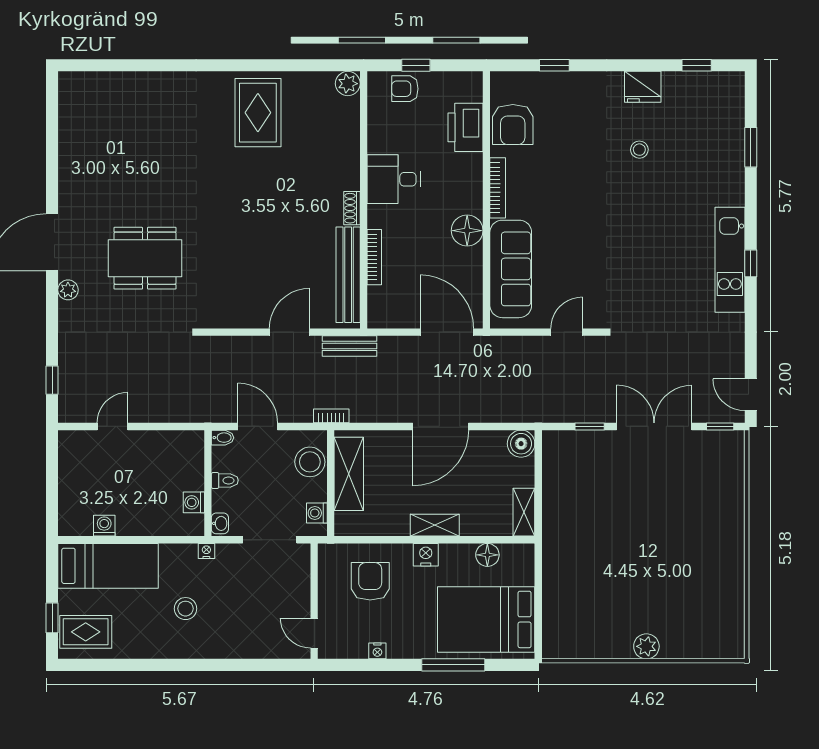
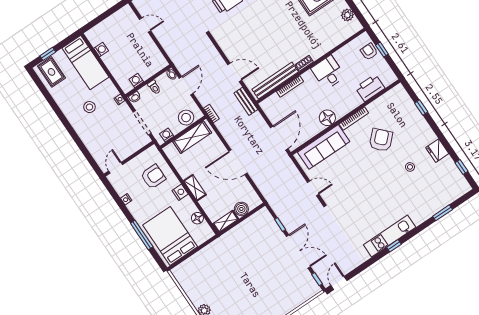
plant: (348, 84) -> (347, 15), moved
armchair: (513, 125) -> (381, 140), moved, turned 136
boiler: (521, 444) -> (241, 209), moved

